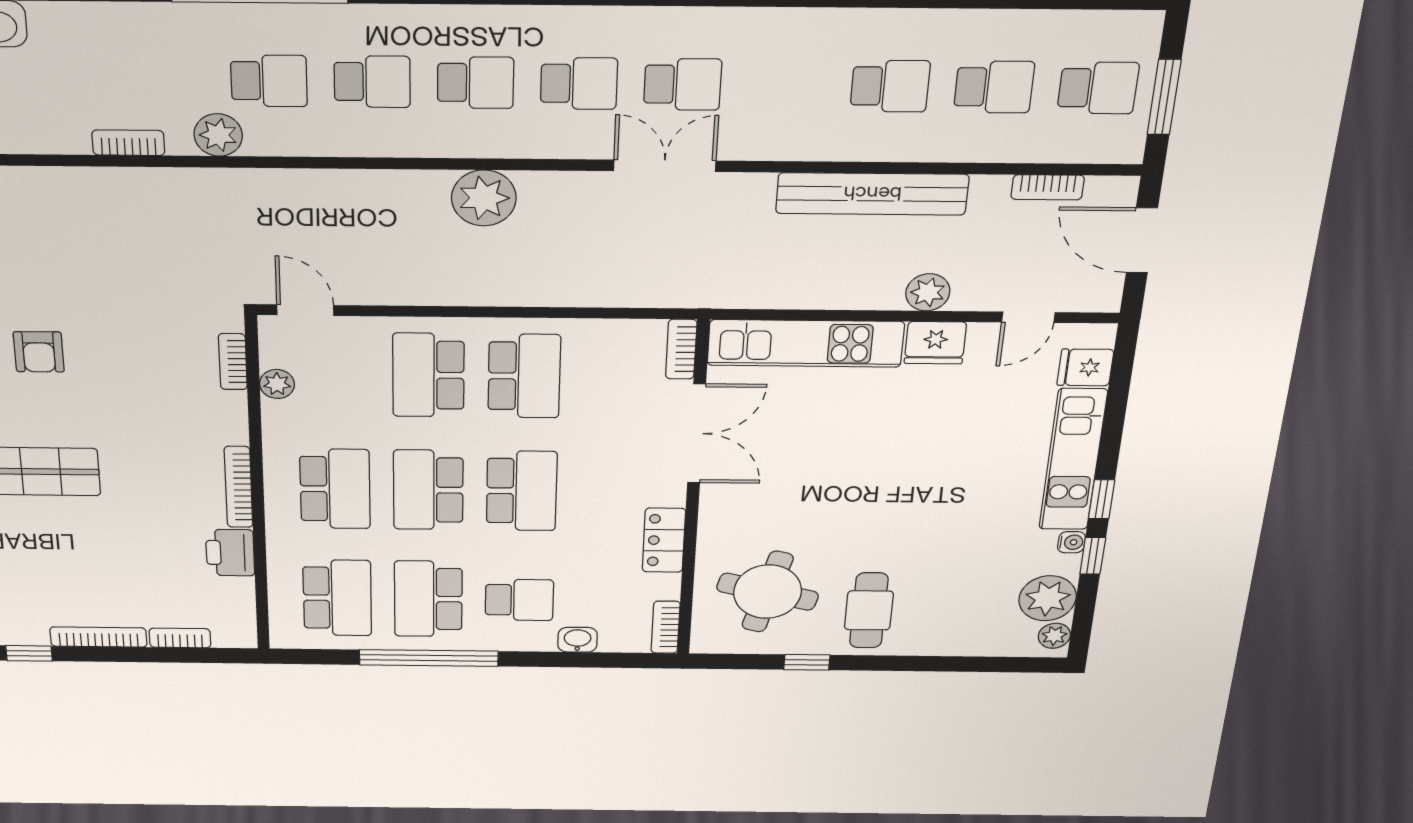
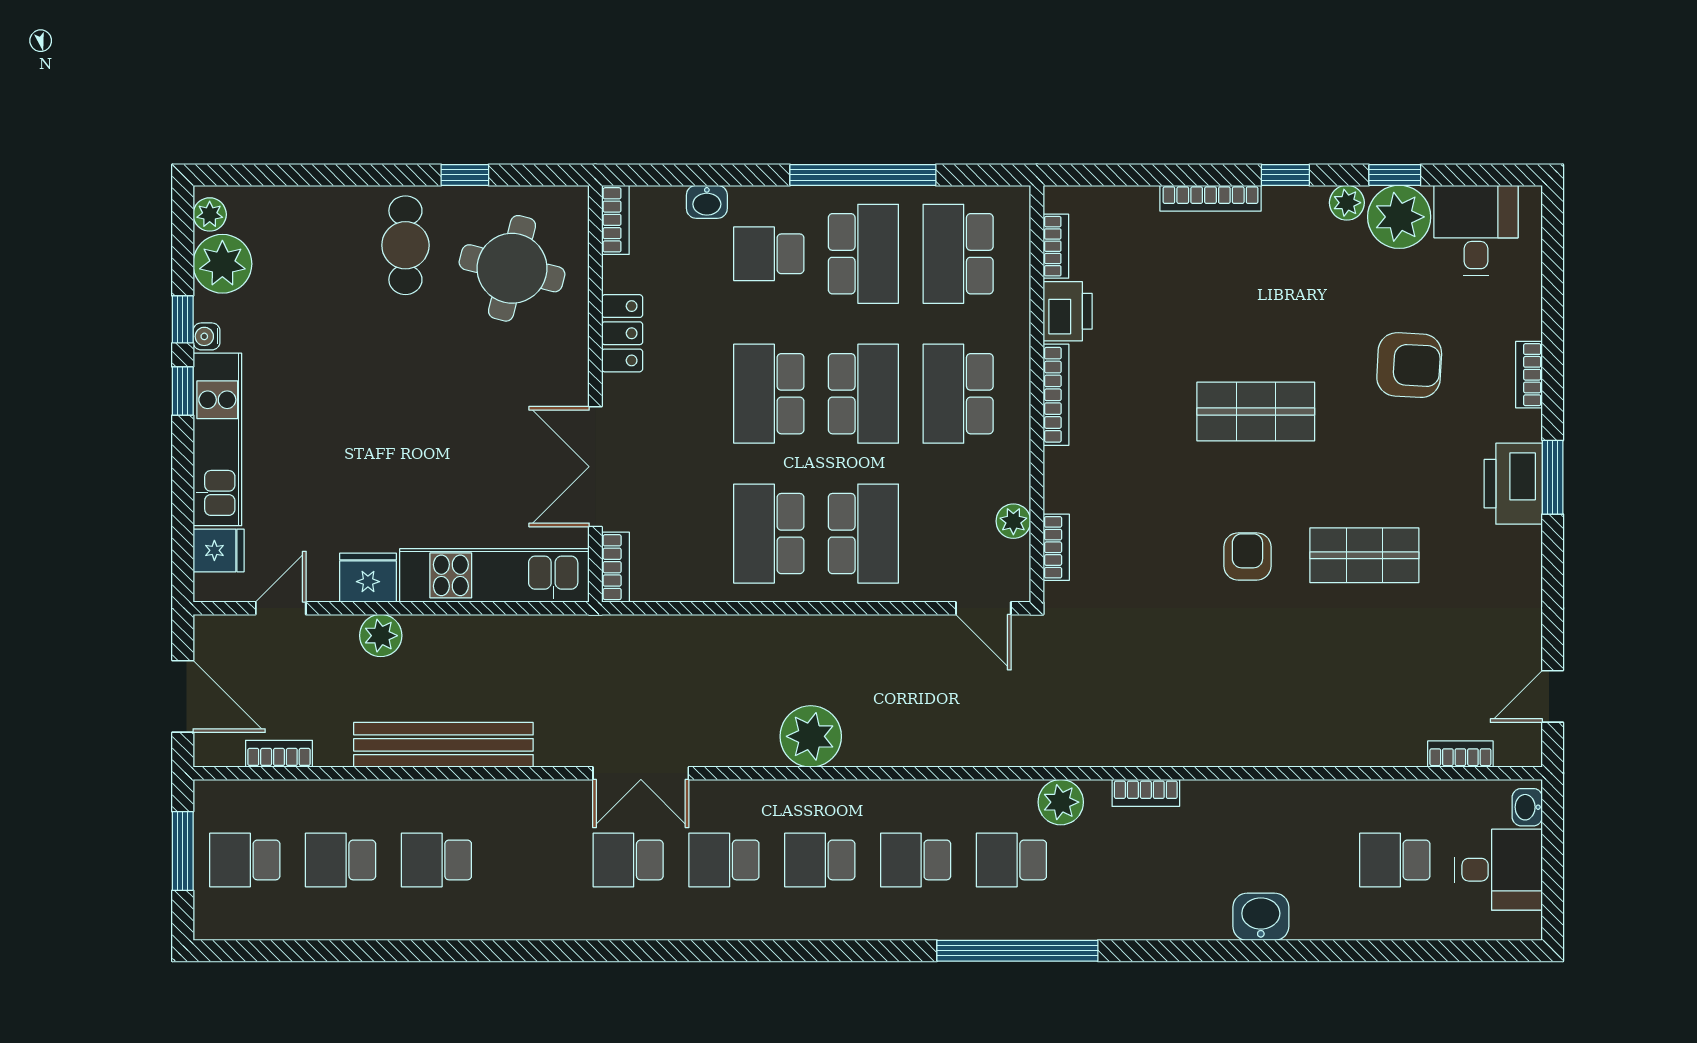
bookcase: (180, 638) -> (1056, 246), moved, turned -90

